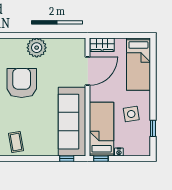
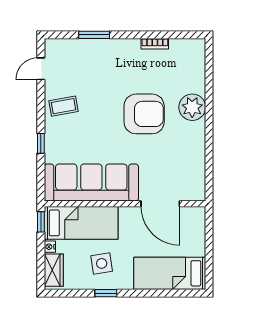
wardrobe: (102, 45) -> (54, 270), moved, turned 180
plant: (37, 48) -> (192, 107), moved
window: (153, 128) -> (106, 293), moved
window: (67, 159) -> (41, 143), moved

